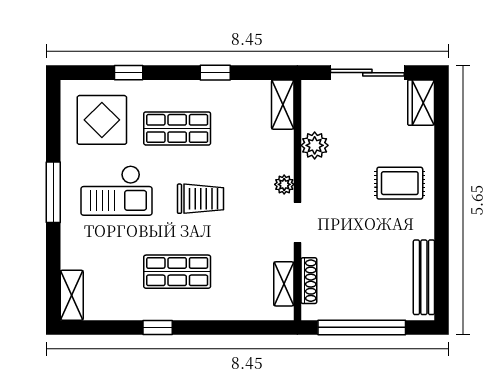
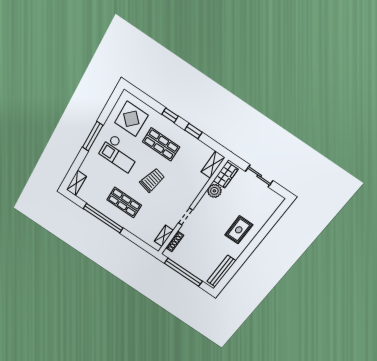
window: (129, 73) -> (170, 115), moved
sliding door: (367, 73) -> (259, 176), width x0.73
wardrobe: (421, 103) -> (226, 175), moved, turned 180
rug: (400, 183) -> (239, 230), turned 90
plant: (284, 184) -> (191, 198), removed
trolley: (200, 199) -> (152, 180), turned -76
window: (158, 327) -> (103, 218), width x3.17

